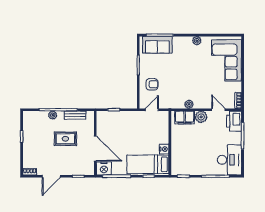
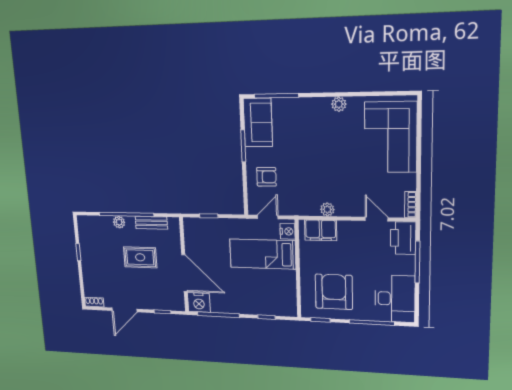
sofa: (157, 45) -> (258, 123), moved, turned -90
plant: (201, 117) -> (348, 230), removed
nightstand: (164, 149) -> (288, 231), moved
armchair: (192, 157) -> (334, 292), added
bed: (148, 164) -> (263, 254), moved

